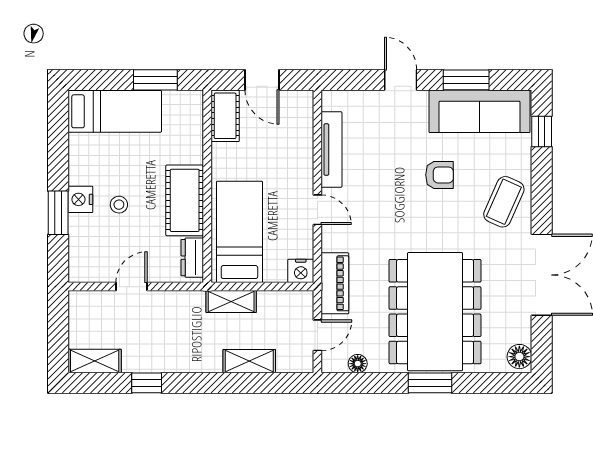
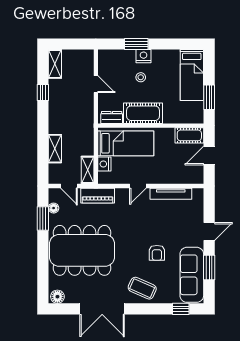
nightstand: (301, 271) -> (104, 164), moved
shelving: (231, 301) -> (88, 170), moved
window: (430, 383) -> (43, 218), moved

